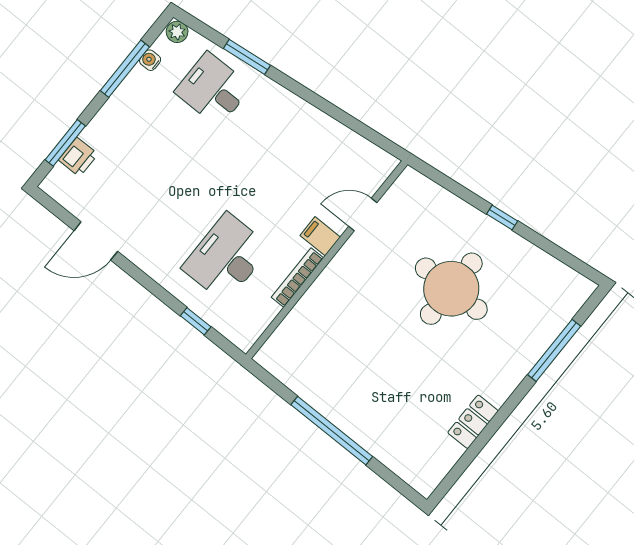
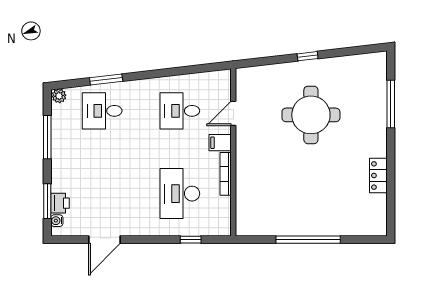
water cooler: (150, 60) -> (57, 221), moved
desk: (303, 162) -> (180, 111), added

